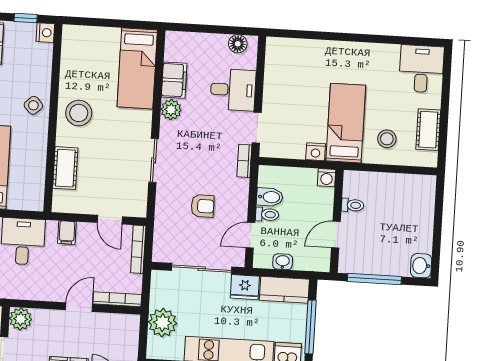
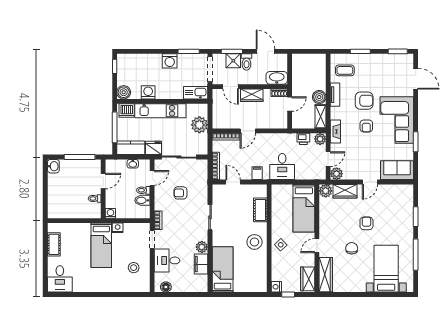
stool: (387, 139) -> (134, 268), moved
plant: (21, 319) -> (281, 122), removed

